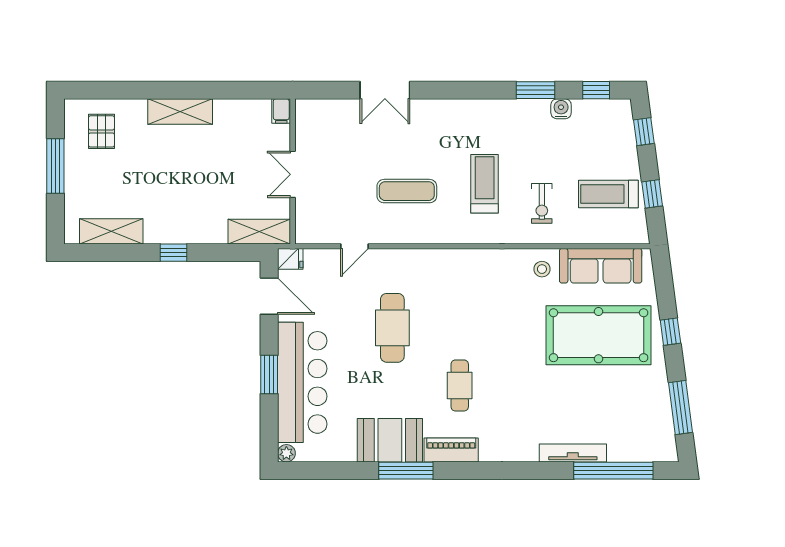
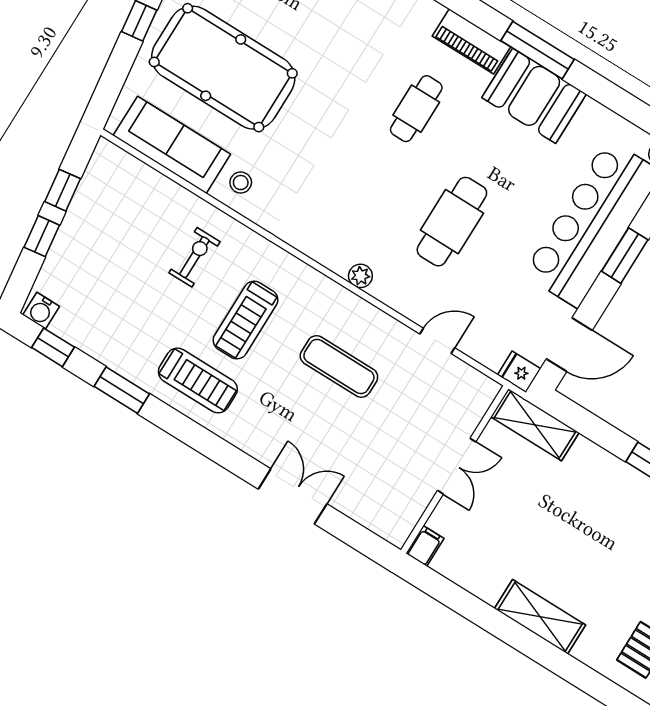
water cooler: (561, 109) -> (41, 311), moved
window: (644, 132) -> (42, 236), moved
treadmill: (608, 194) -> (198, 380), moved
plant: (429, 257) -> (360, 276), added
door: (269, 296) -> (569, 345), swing flipped

